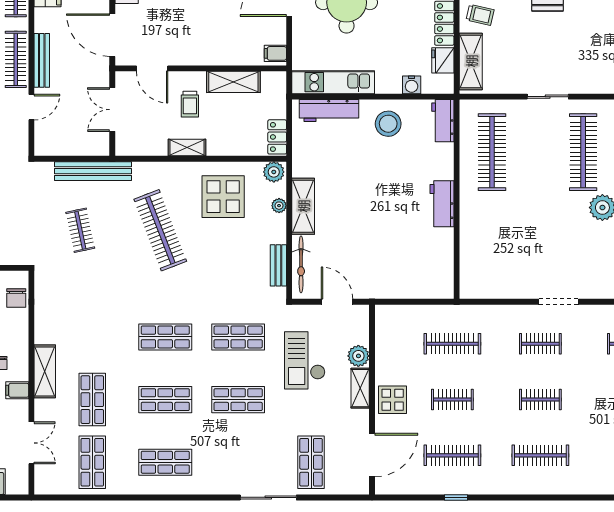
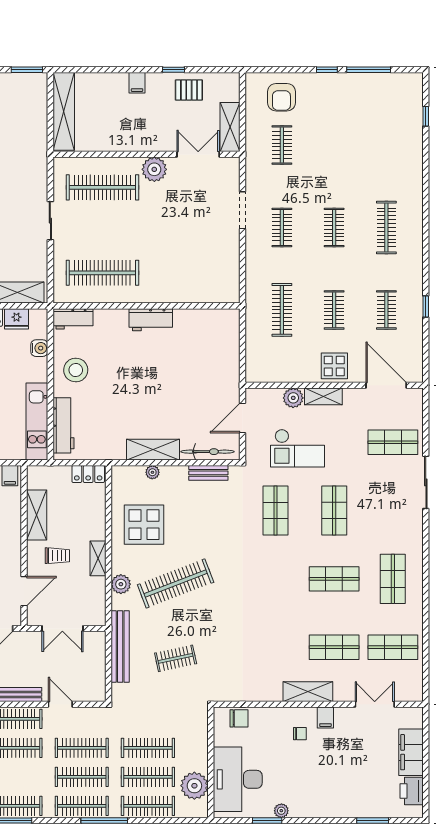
plant: (274, 172) -> (121, 584), moved
shop shelf: (165, 337) -> (275, 579), removed
shop shelf: (165, 400) -> (334, 579), turned 90
clothes rail: (452, 455) -> (386, 310), width x0.73

